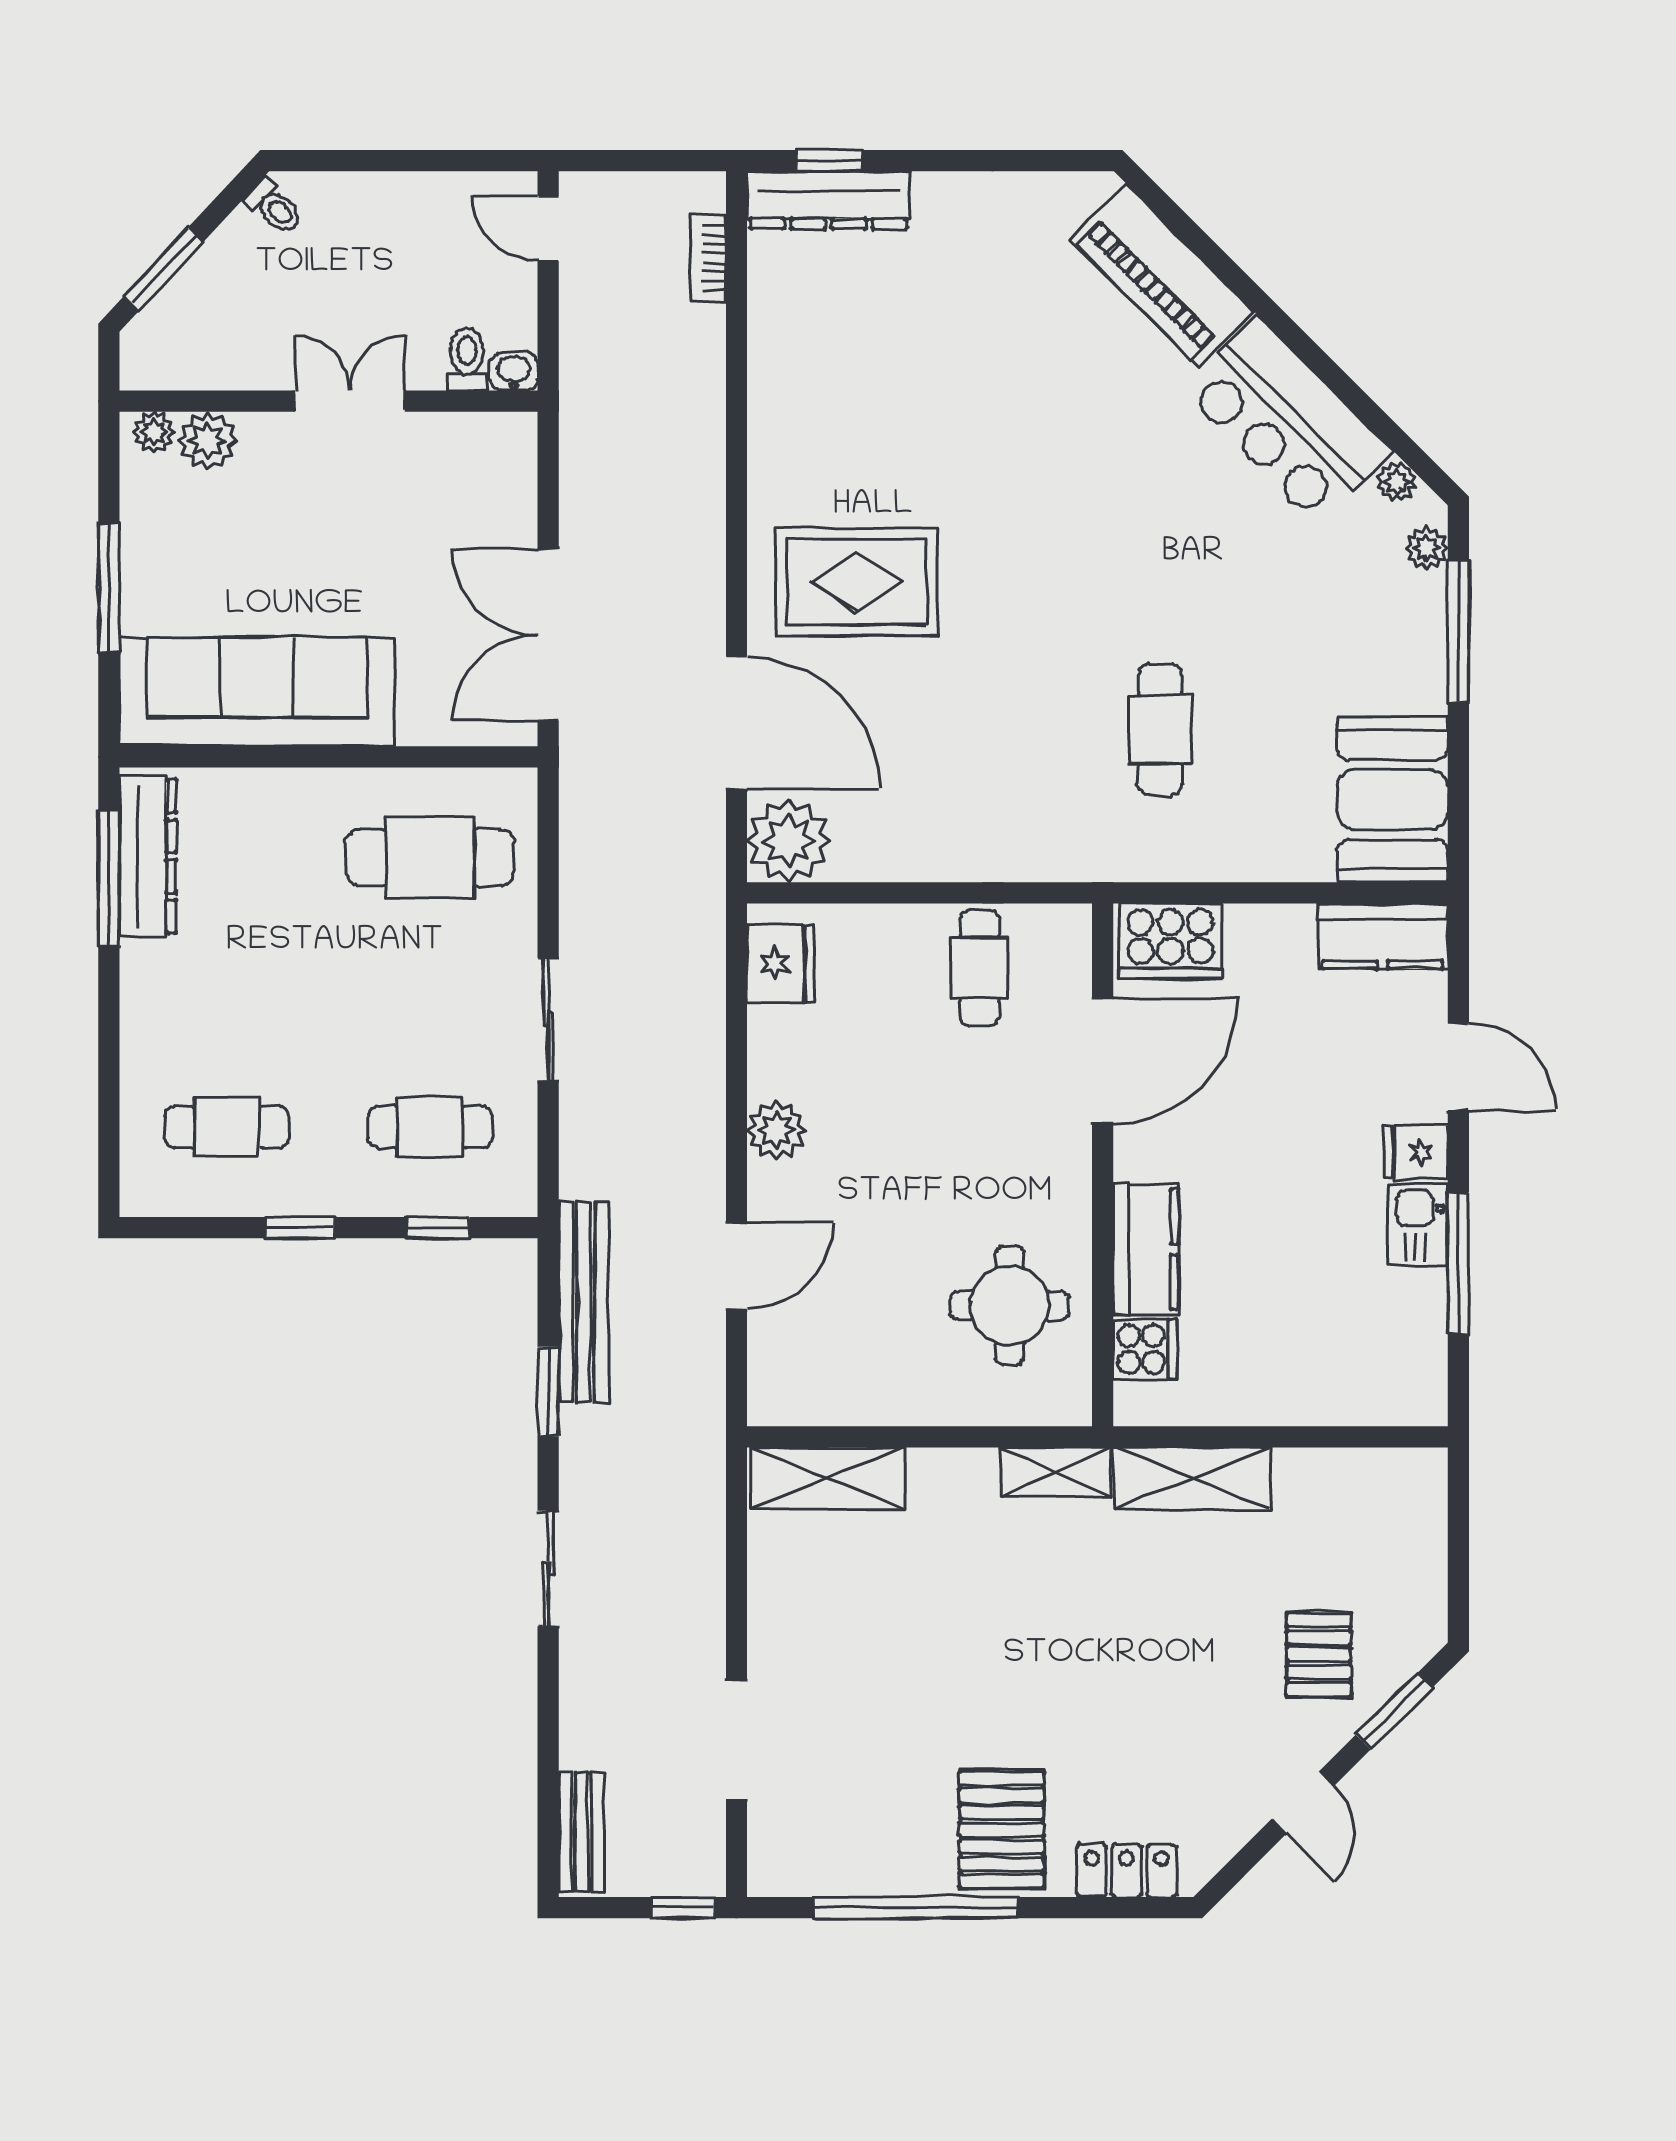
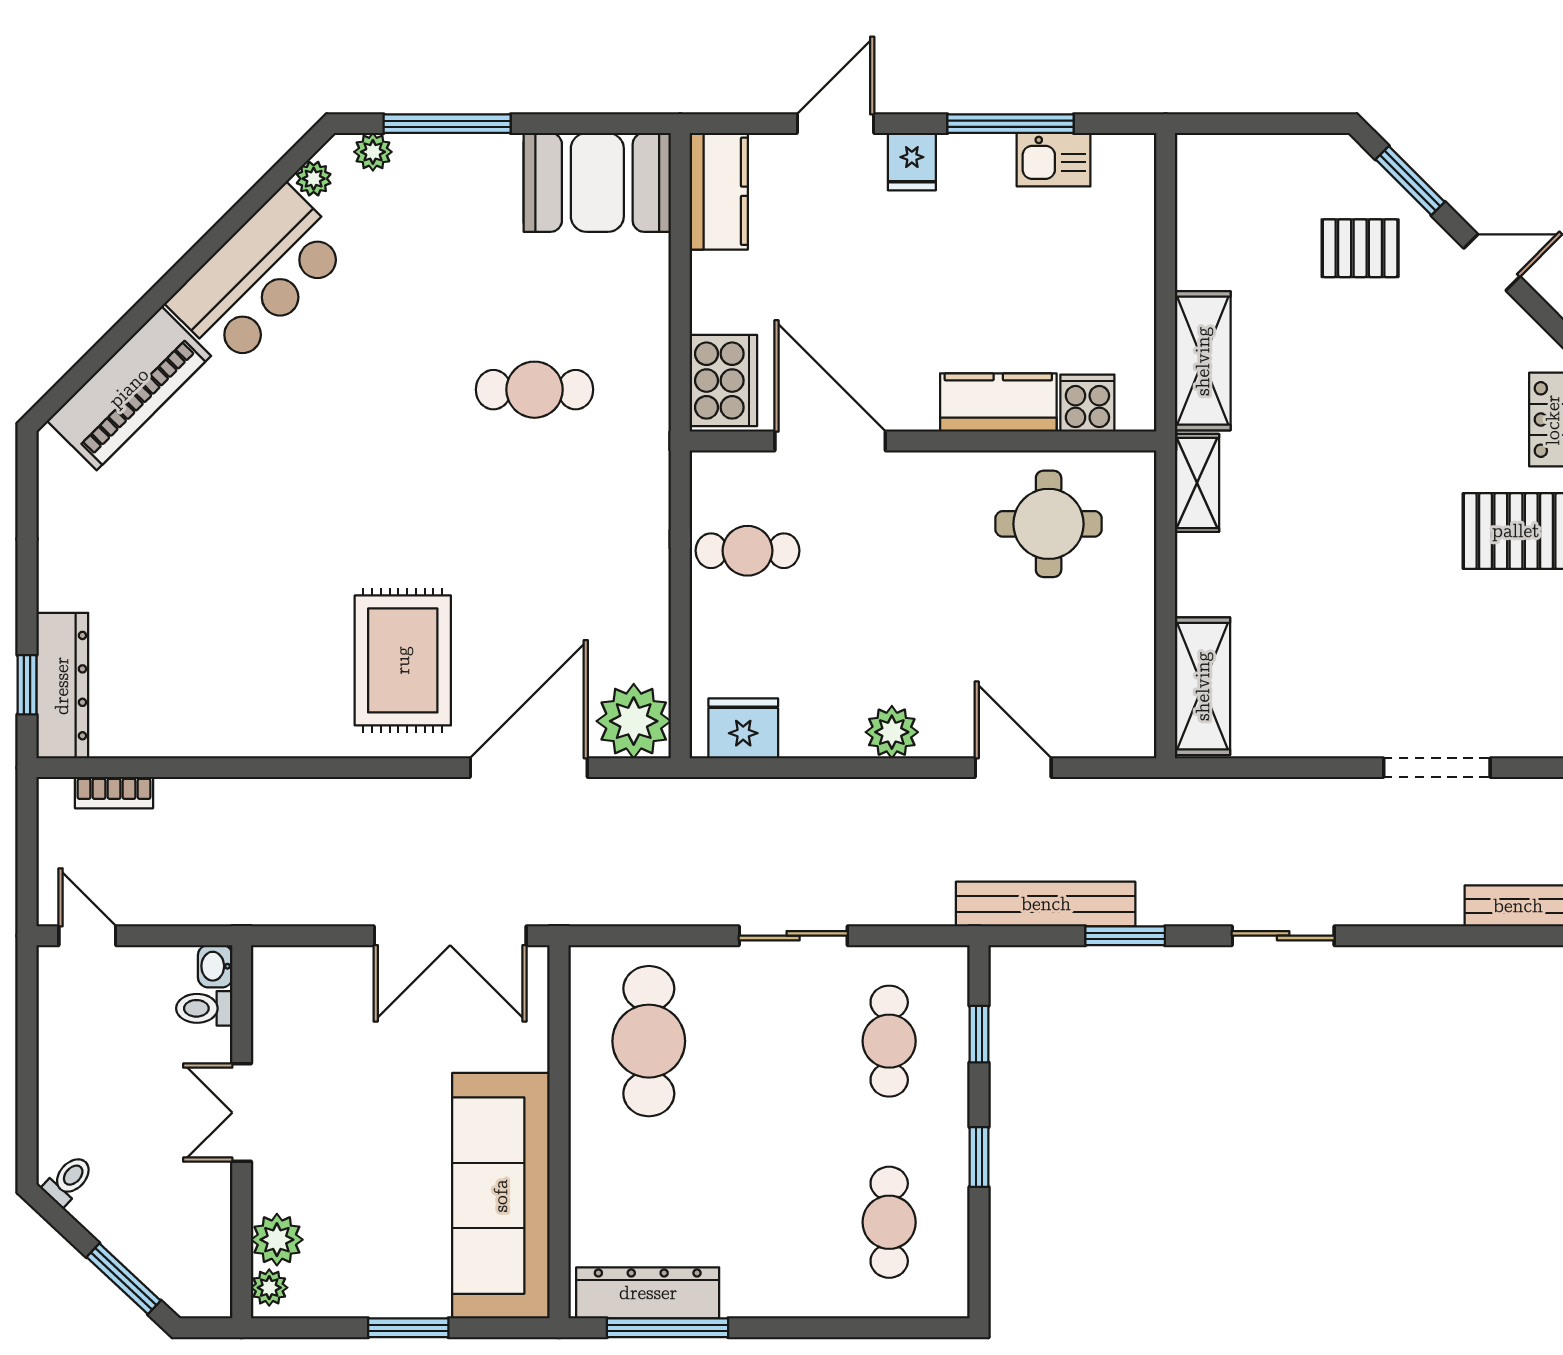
door: (548, 228) -> (87, 936), swing flipped
window: (109, 588) -> (408, 1328), width x0.69
kitchen sink: (1418, 1225) -> (1054, 160), moved

